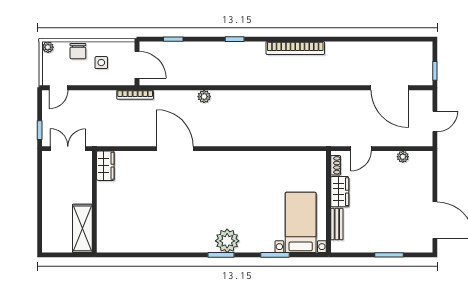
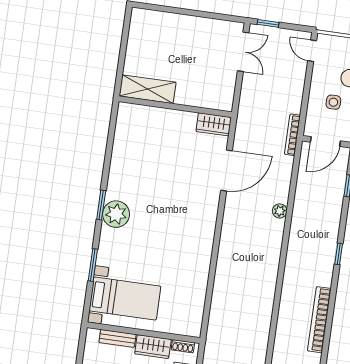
wardrobe: (105, 166) -> (214, 124), moved
wall: (94, 202) -> (175, 107), moved
shelving: (82, 228) -> (148, 89), moved

